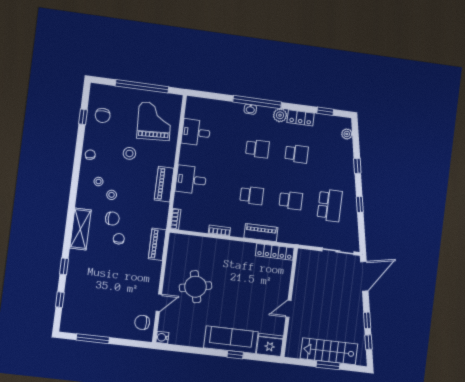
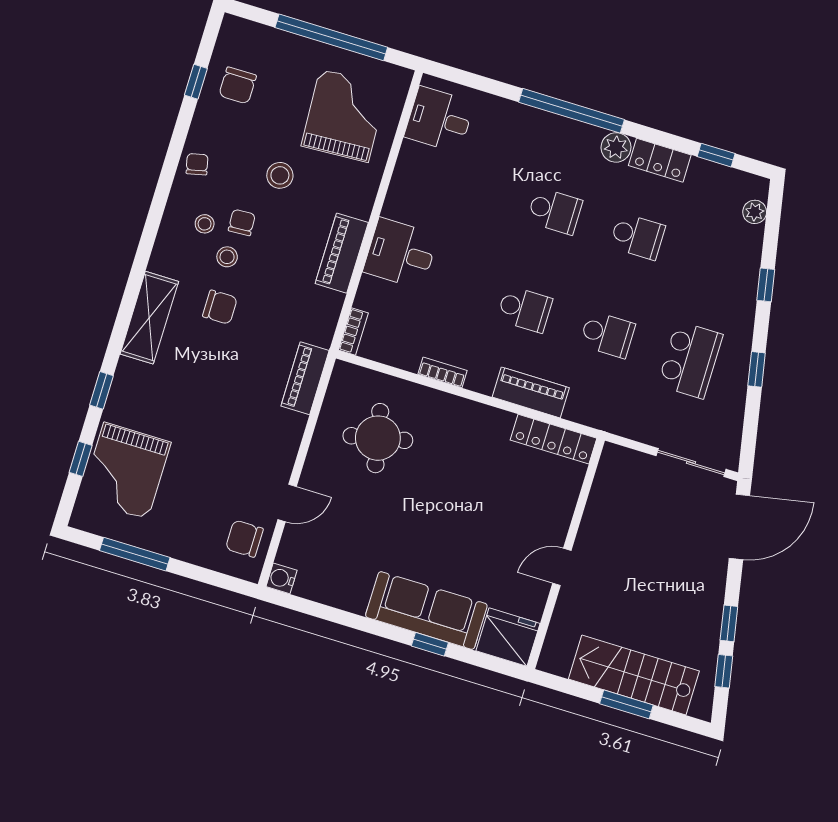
washbasin: (250, 109) -> (554, 124), removed
desk: (196, 132) -> (439, 120), moved
chair: (119, 239) -> (242, 222), moved
round table: (196, 287) -> (378, 438), moved
grand piano: (82, 301) -> (126, 471), added

